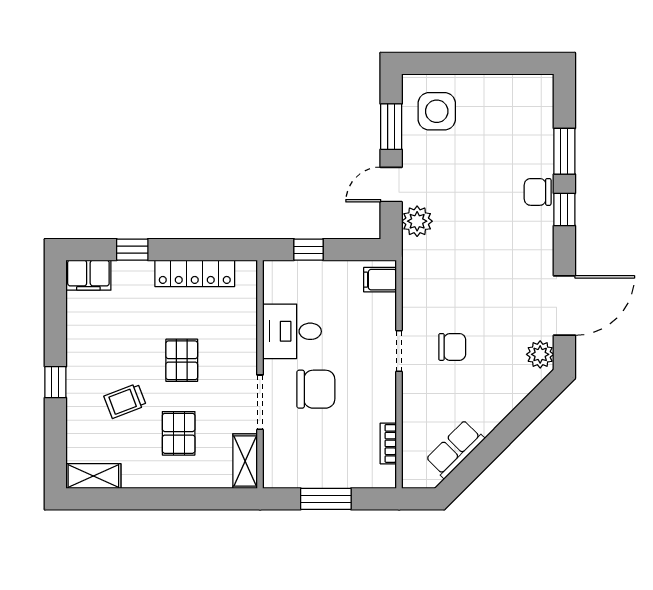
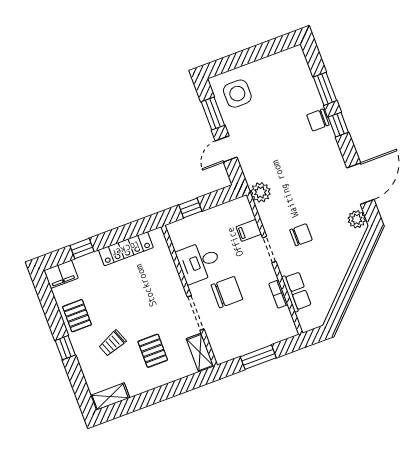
plant: (417, 221) -> (261, 192), moved
filing cabinet: (380, 280) -> (249, 230), moved
pallet: (182, 360) -> (77, 316), moved
bookcase: (388, 443) -> (278, 294), moved
row of seats: (455, 449) -> (297, 292), moved, turned 135

